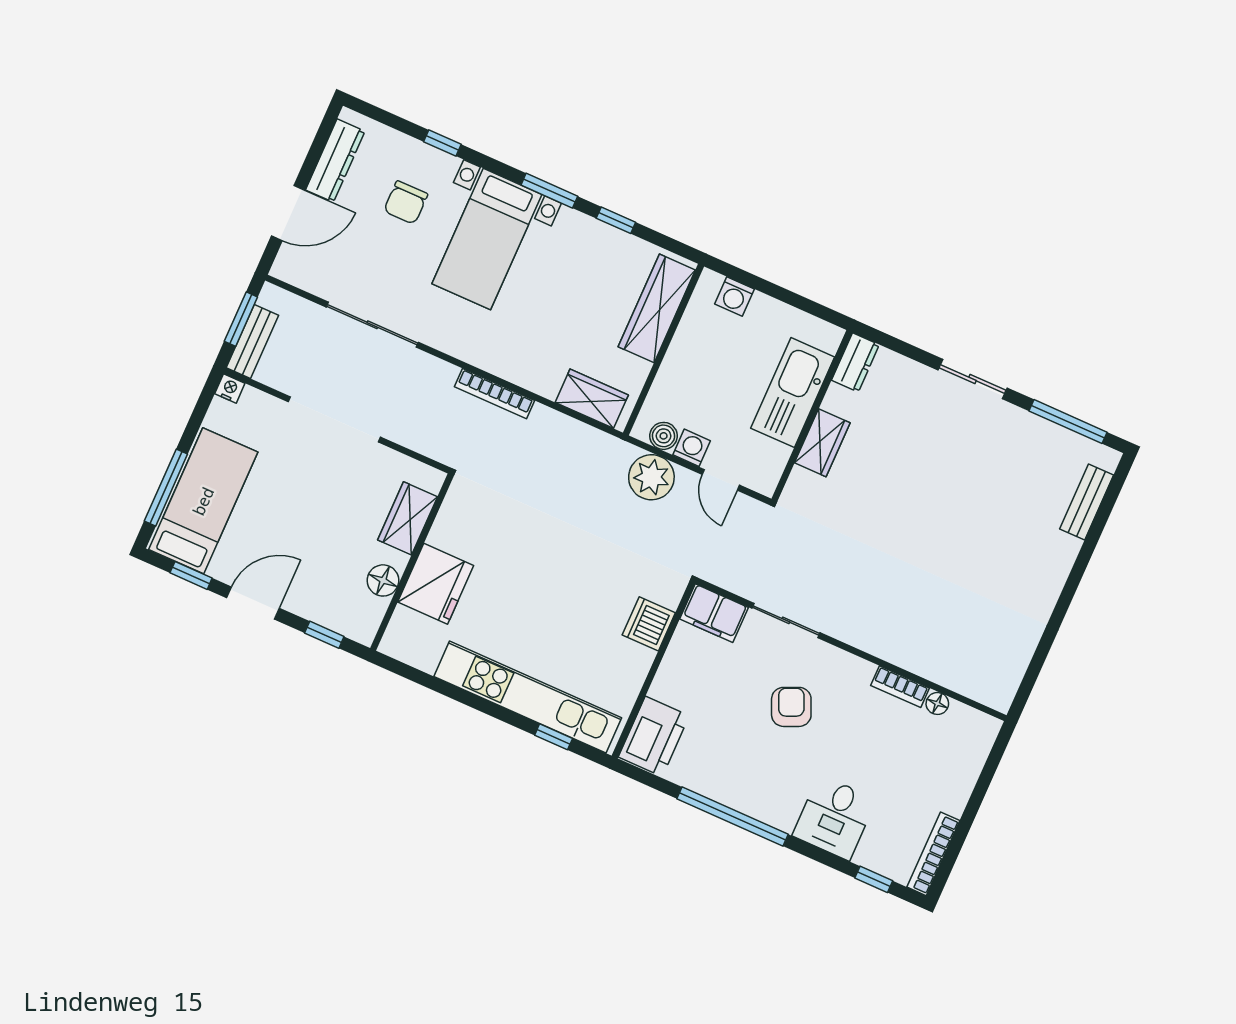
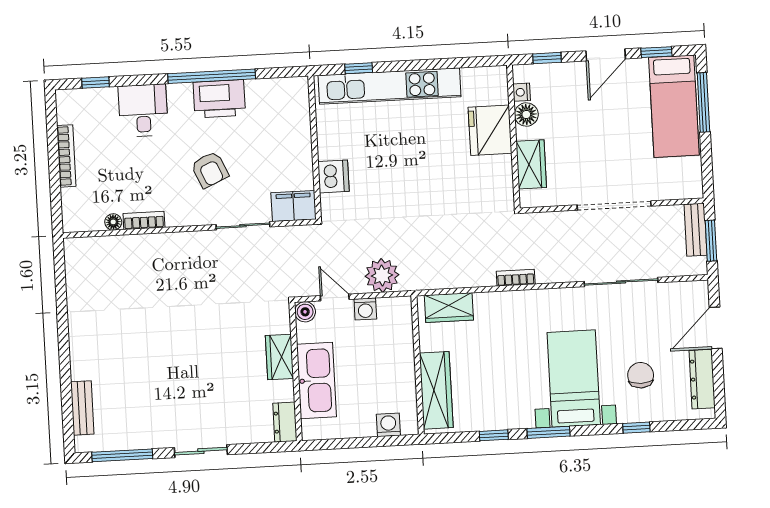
nightstand: (230, 388) -> (522, 92), moved, turned 90
bookcase: (495, 394) -> (516, 278), width x0.64
boiler: (664, 436) -> (305, 312), moved
printer: (654, 736) -> (219, 99), moved, turned -90
bookcase: (933, 854) -> (66, 156), moved

